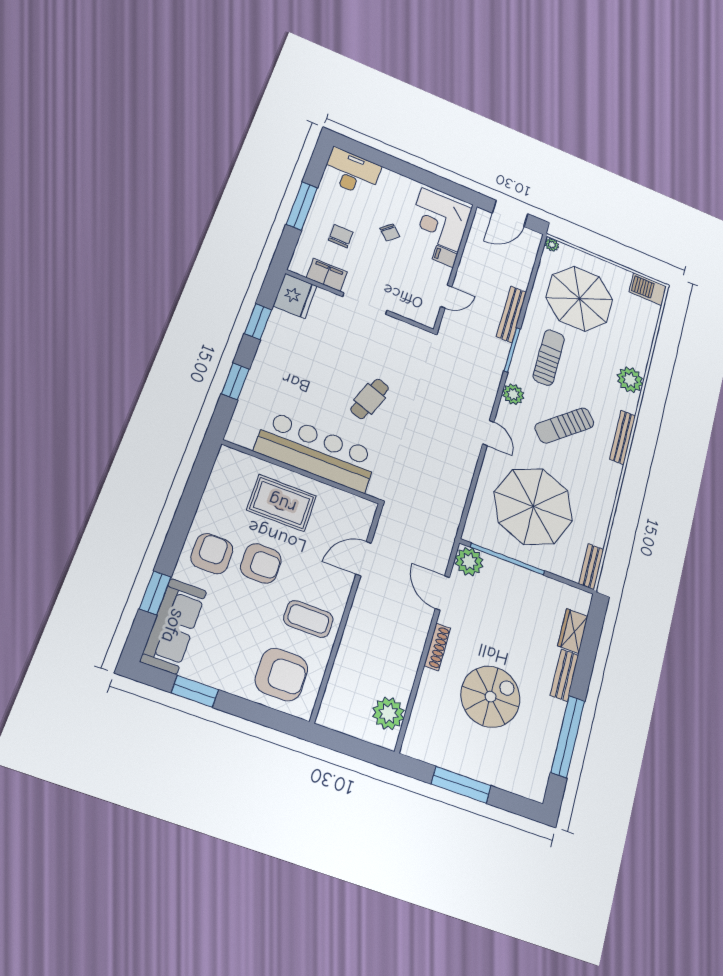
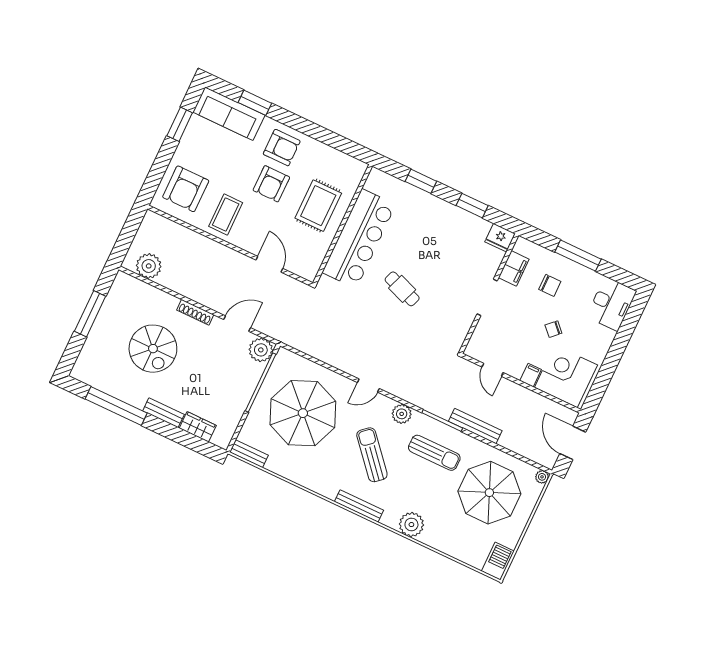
fridge: (295, 296) -> (500, 238), width x0.73, depth x0.75

